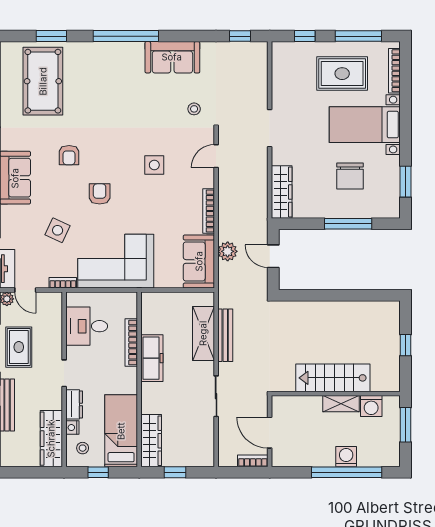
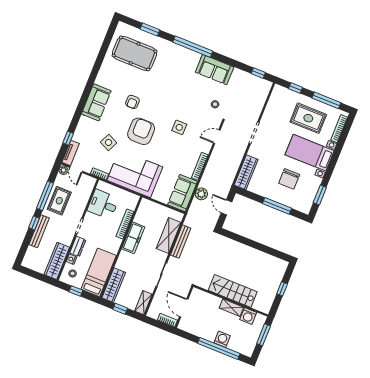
pool table: (43, 81) -> (135, 53), turned 90
armchair: (100, 194) -> (141, 131), width x1.88, depth x1.88
shelving: (206, 449) -> (143, 303), added

